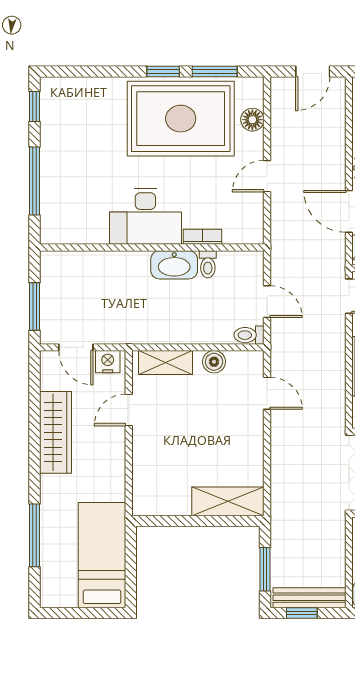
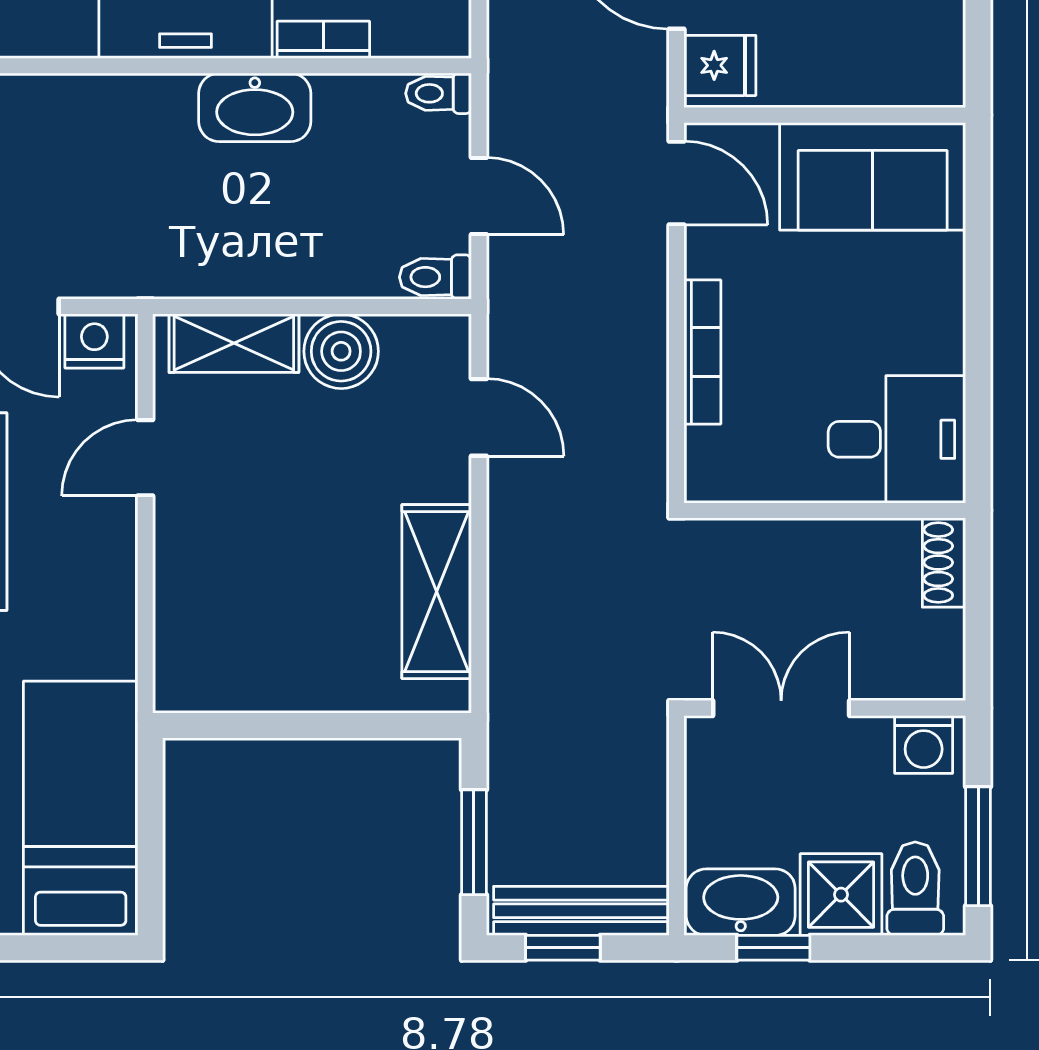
toilet: (208, 264) -> (439, 93), moved, turned 90
boiler: (214, 362) -> (341, 351), width x1.36, depth x1.36
shelving: (228, 501) -> (437, 592), moved, turned 90

